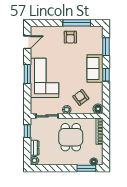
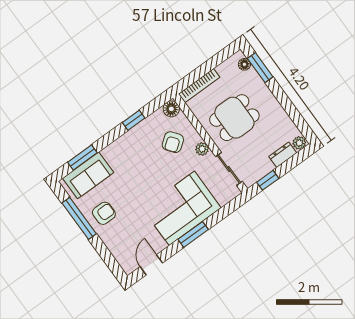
door: (27, 42) -> (151, 265), hinge flipped
sofa: (95, 69) -> (88, 175), moved
window: (106, 75) -> (134, 120), moved

